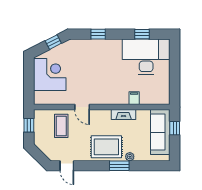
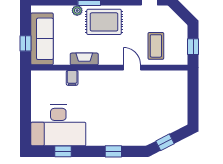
corner desk: (50, 74) -> (169, 105), removed

